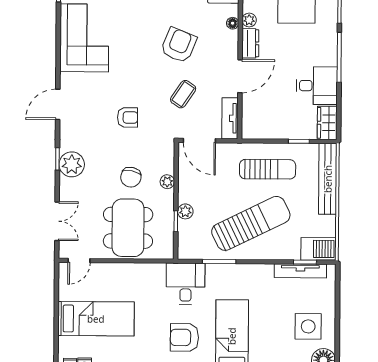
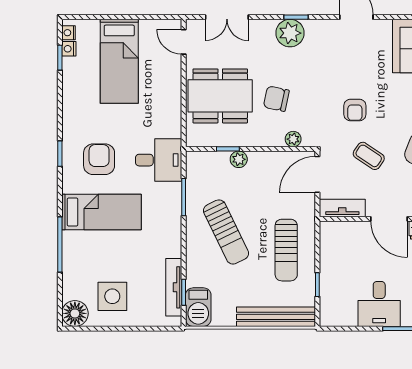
armchair: (128, 117) -> (355, 110), moved
wardrobe: (327, 123) -> (338, 316), removed
plant: (167, 182) -> (293, 139), moved
sun lounger: (251, 223) -> (226, 232), width x0.73, depth x0.75

